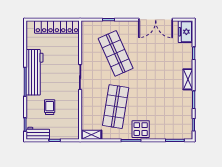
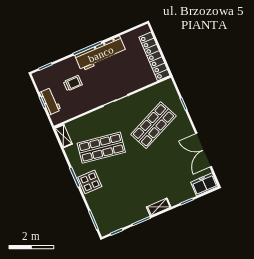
workbench: (38, 133) -> (50, 101), moved

